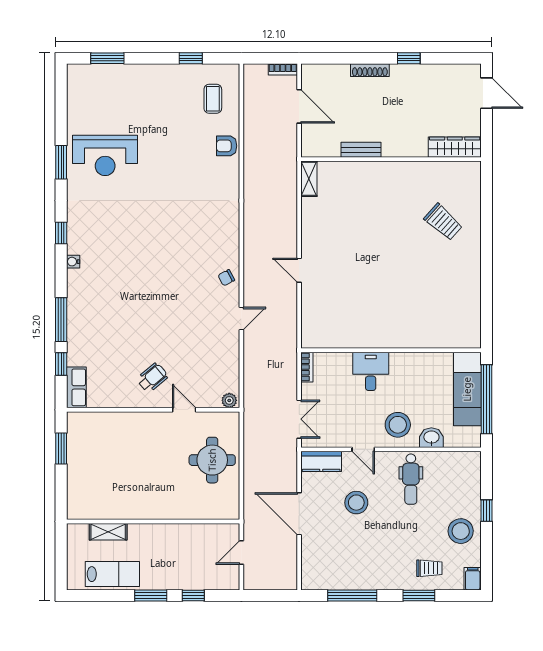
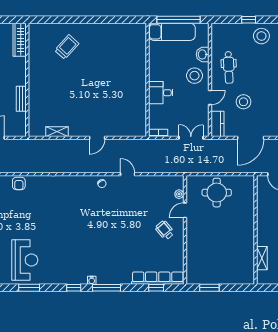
shelving: (309, 179) -> (57, 132), moved
window: (61, 320) -> (106, 288), moved
row of seats: (76, 387) -> (158, 278), width x2.02
plant: (229, 400) -> (179, 194), moved
dental chair: (411, 479) -> (229, 67), turned 88

